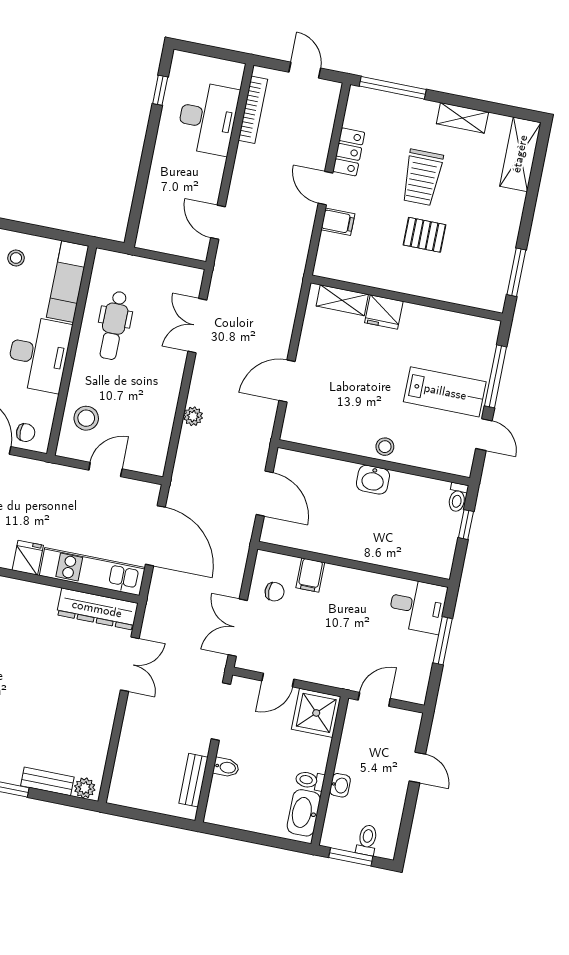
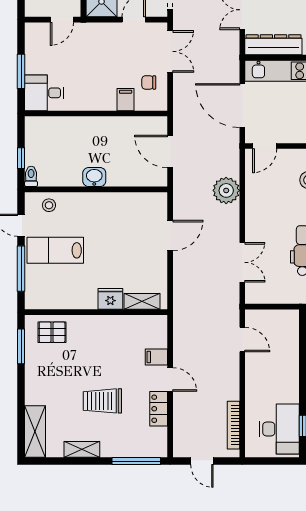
desk: (208, 118) -> (279, 429), moved, turned 180
trolley: (422, 177) -> (102, 401), turned -90
pallet: (425, 235) -> (52, 332), moved
plant: (193, 416) -> (226, 190), width x1.87, depth x1.87
stool: (385, 447) -> (49, 205), moved
door: (105, 469) -> (265, 146), moved

